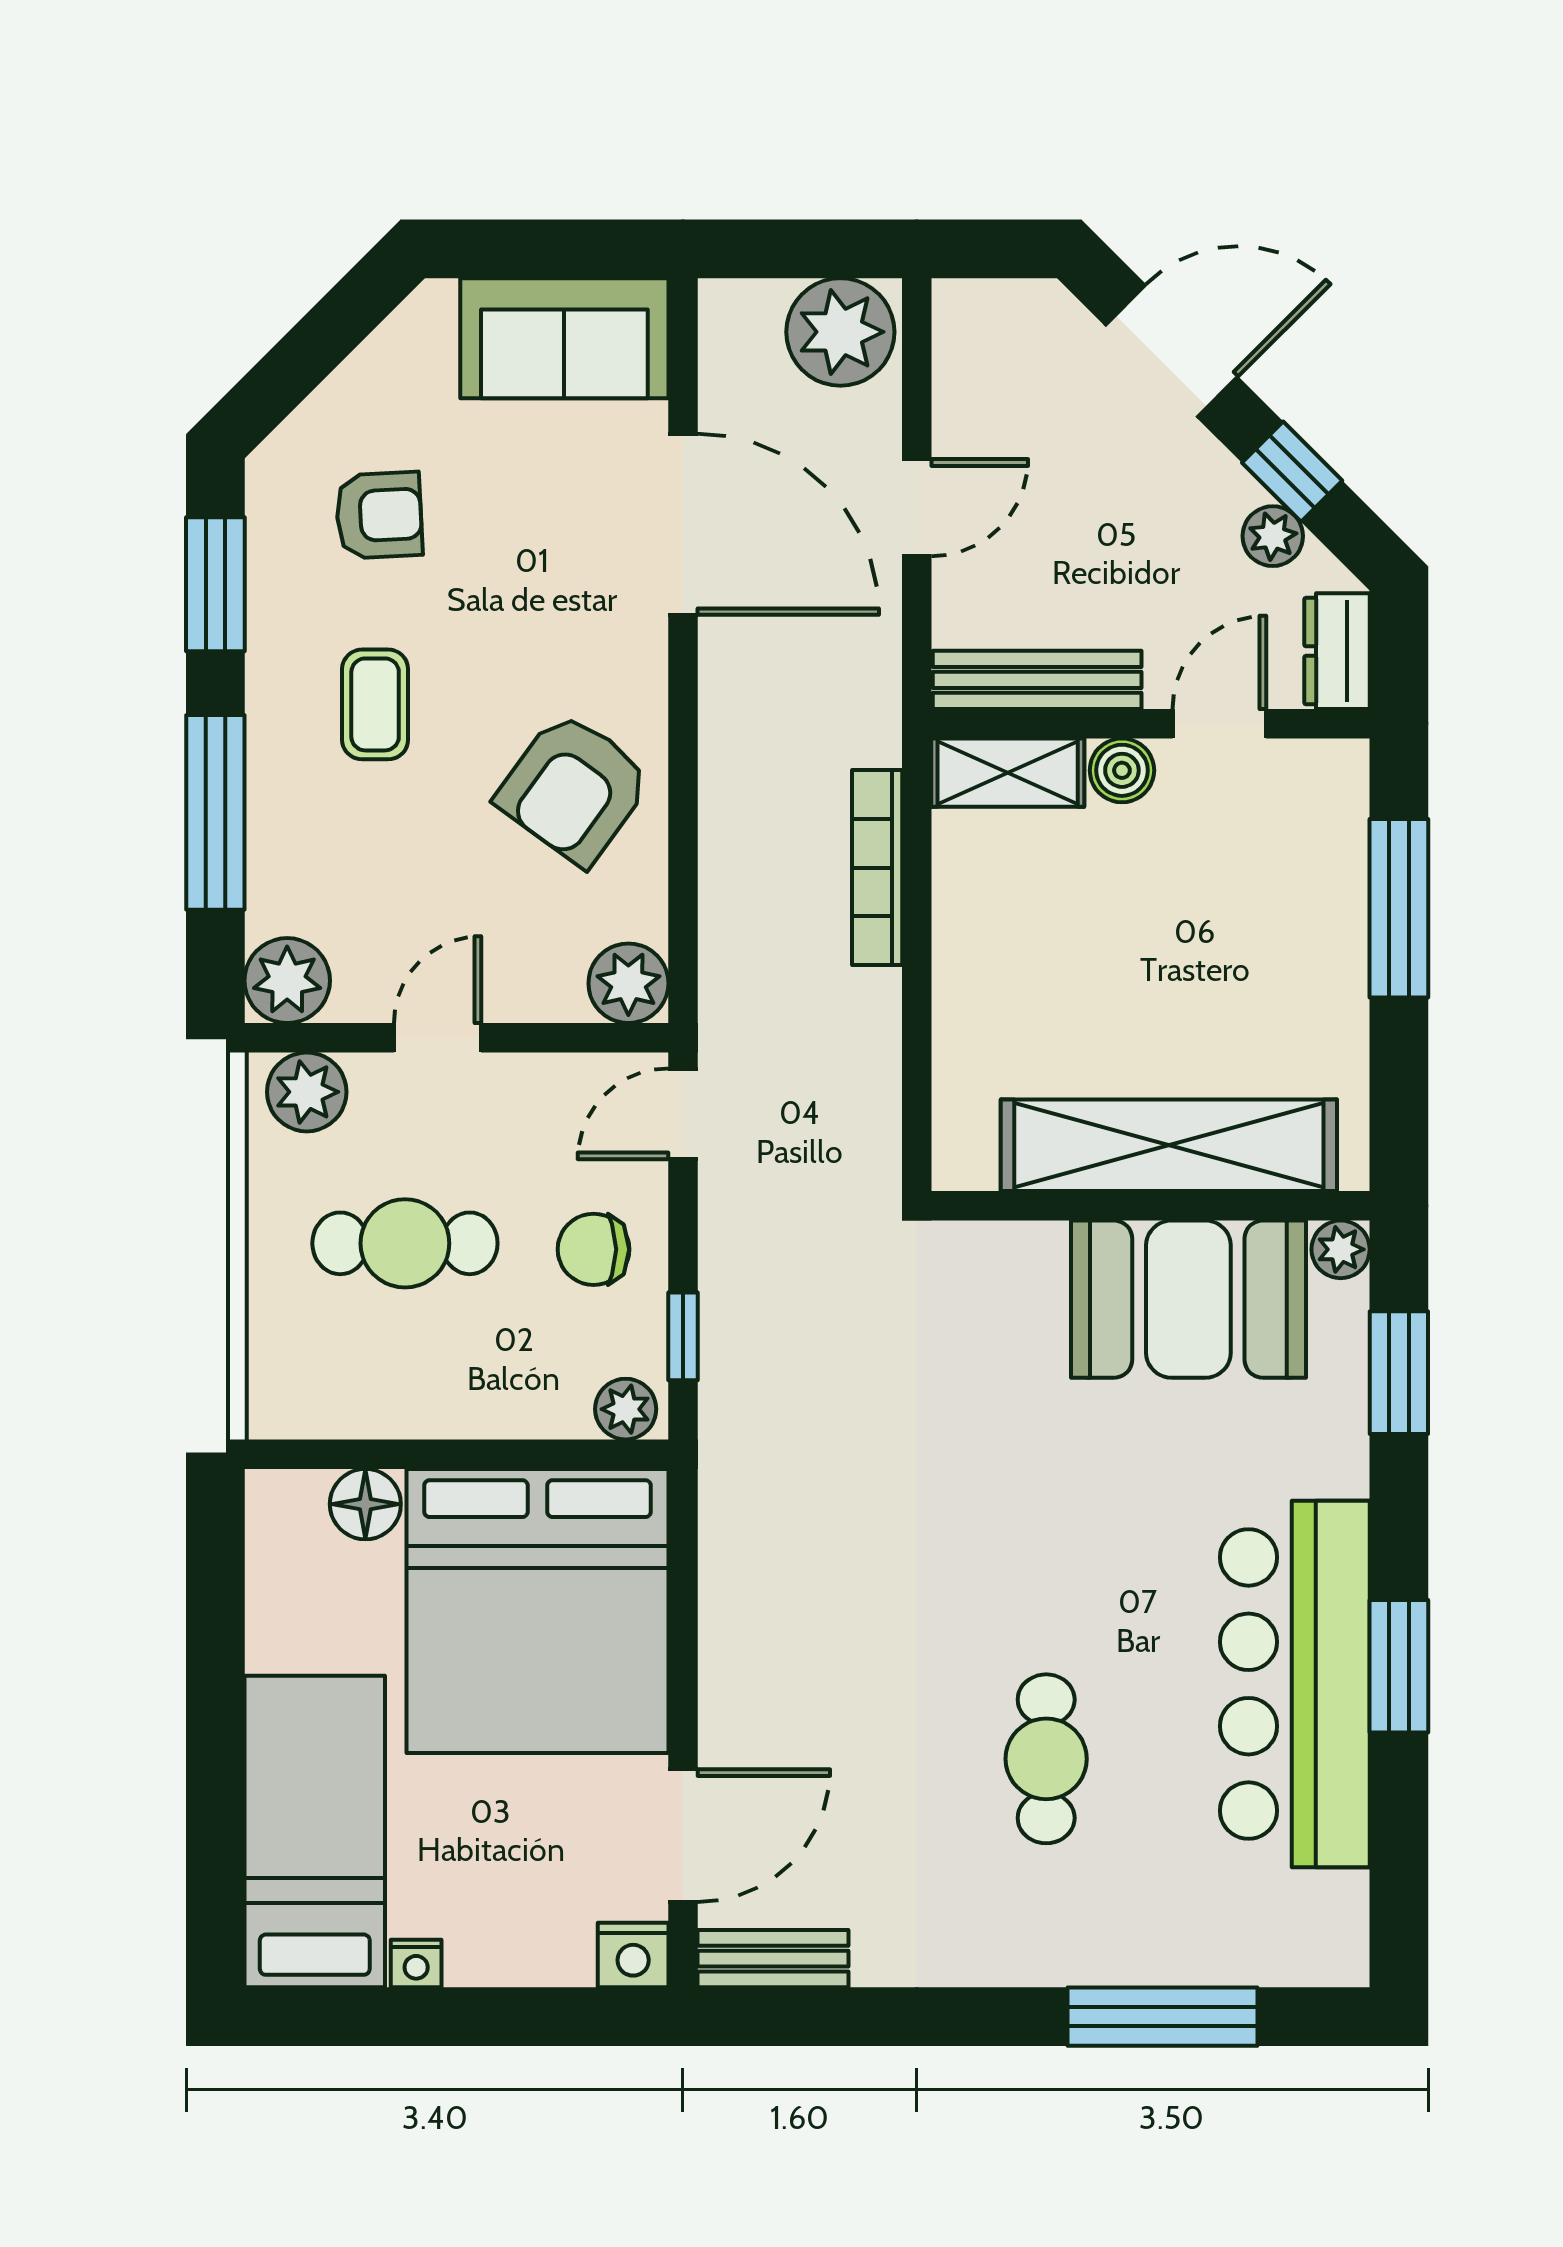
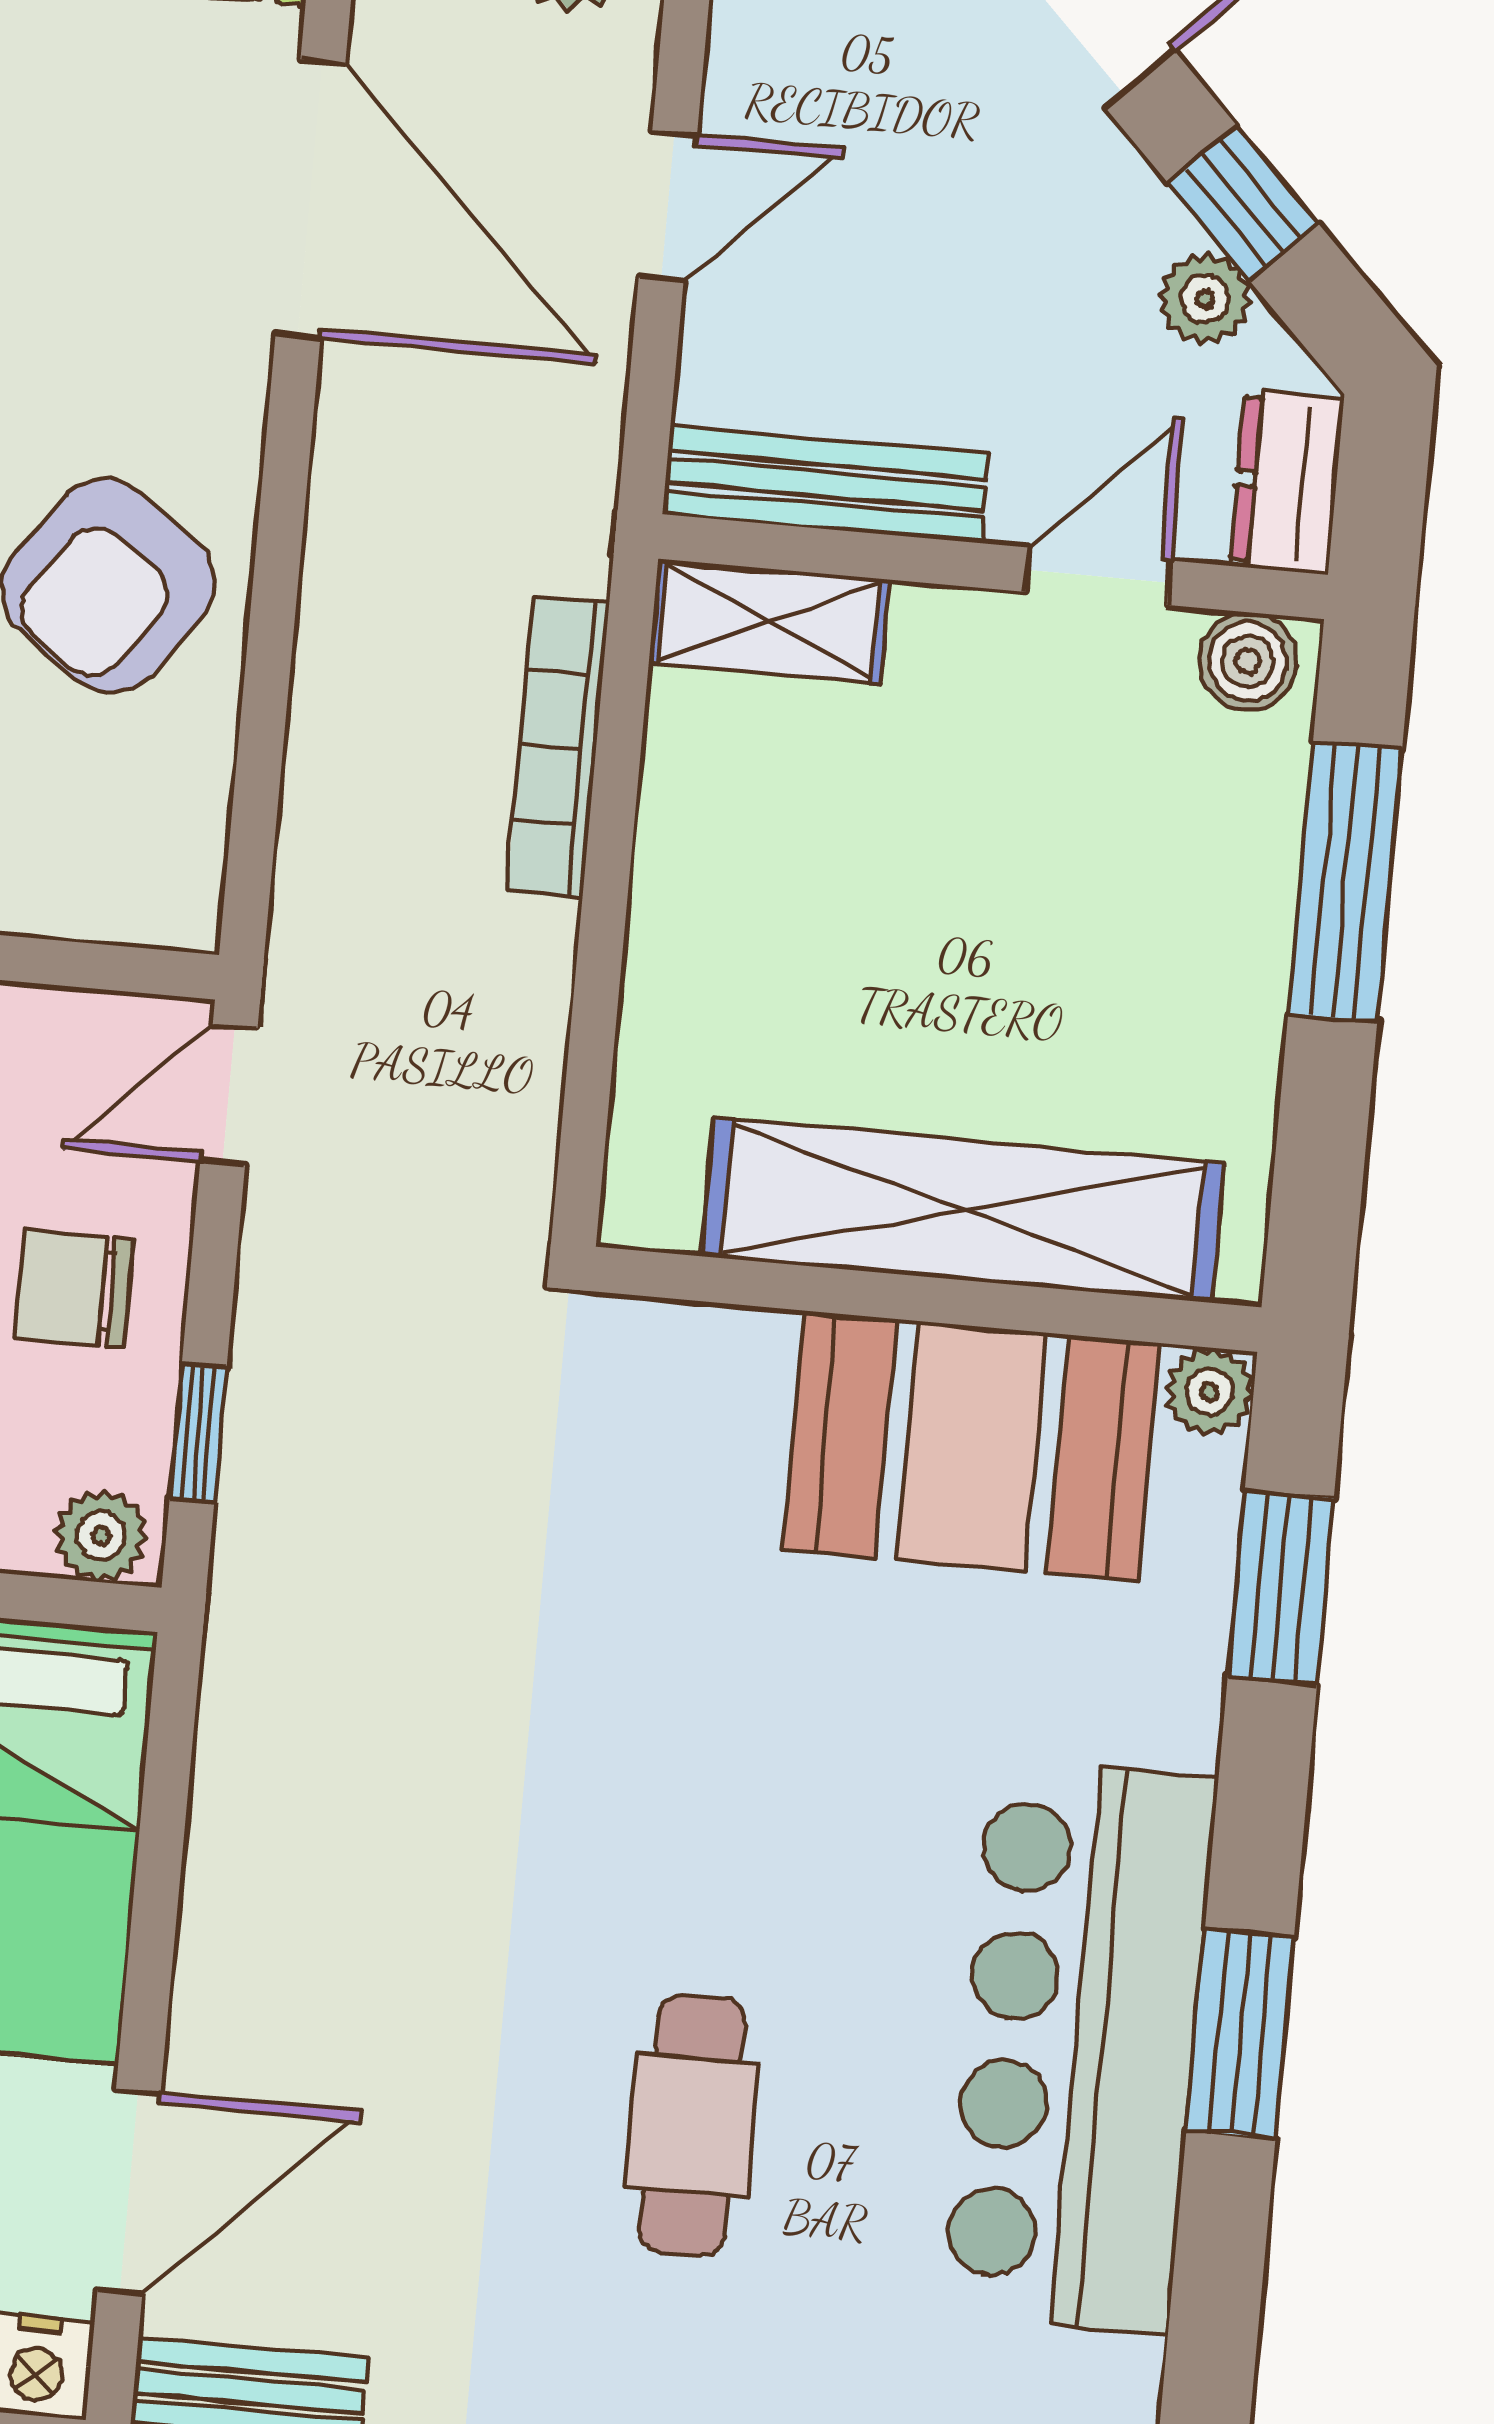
boiler: (1122, 770) -> (1248, 661), moved
plant: (628, 983) -> (164, 889), removed

